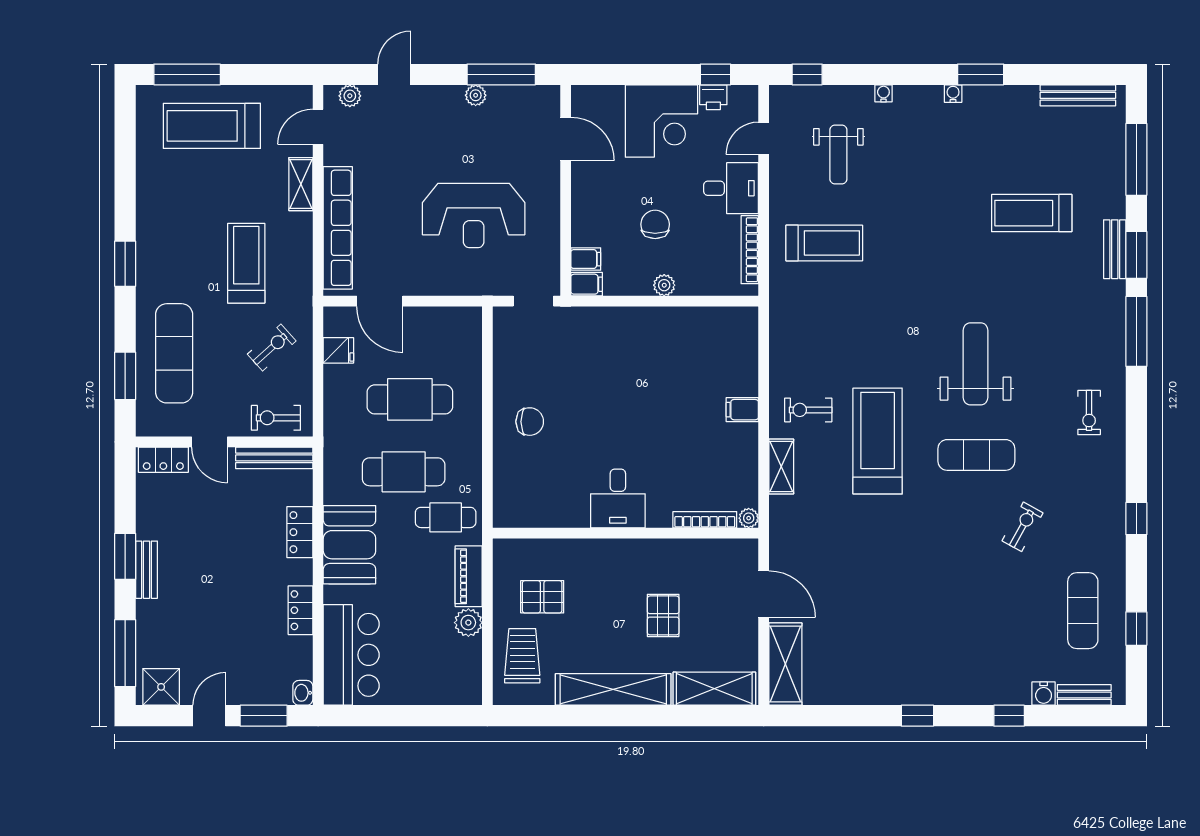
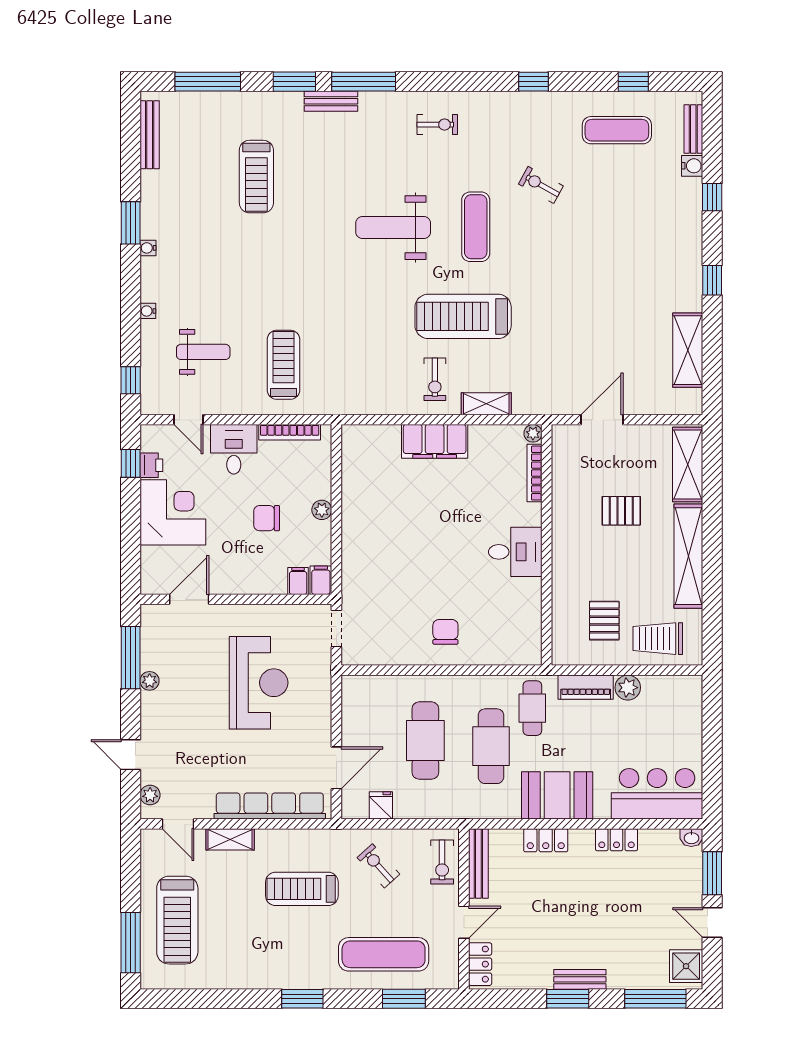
bench: (1115, 249) -> (331, 101), moved
filing cabinet: (742, 410) -> (435, 441), width x3.00, depth x1.17
shelving: (785, 664) -> (688, 350), moved, turned 90

